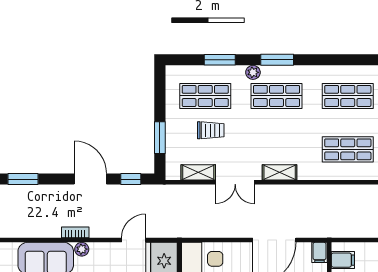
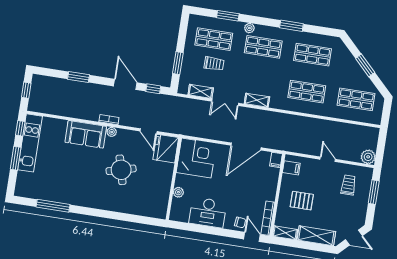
window: (277, 60) -> (291, 26), moved
door: (134, 240) -> (149, 131), swing flipped

